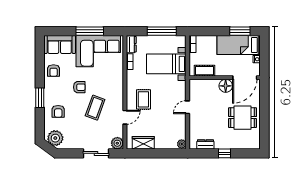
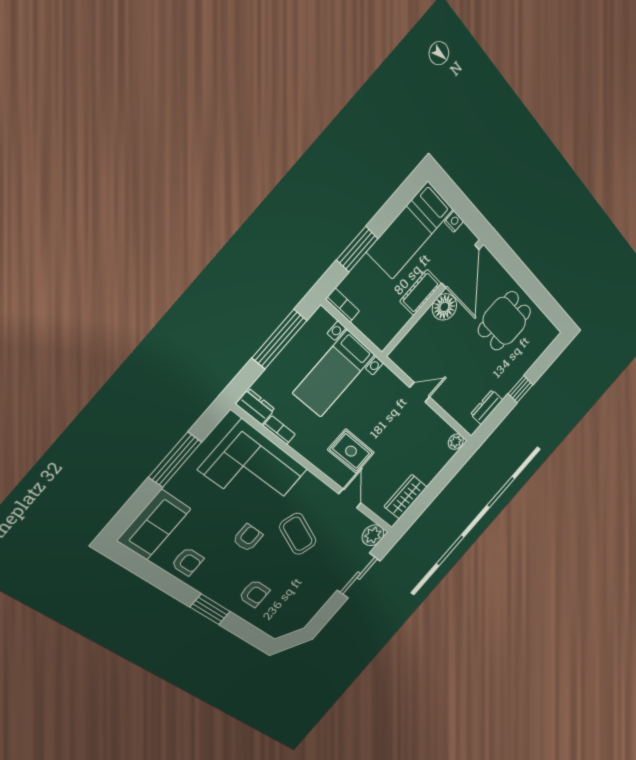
window: (240, 31) -> (357, 249), moved
corner sofa: (98, 51) -> (253, 469), moved, turned 90
cot: (205, 71) -> (421, 293), moved
door: (188, 107) -> (420, 392), swing flipped
plant: (55, 138) -> (287, 622), removed

